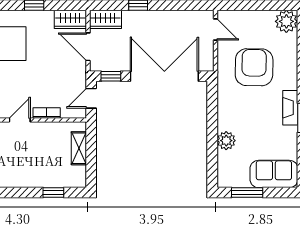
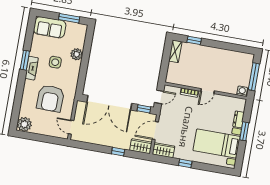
door: (88, 47) -> (155, 131), swing flipped
side table: (256, 123) -> (55, 62), added
shelving: (79, 148) -> (175, 51), moved

